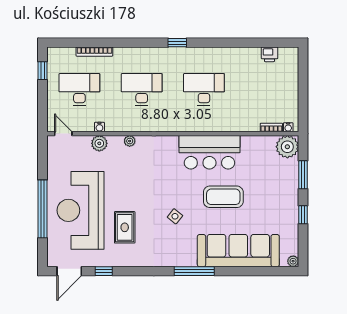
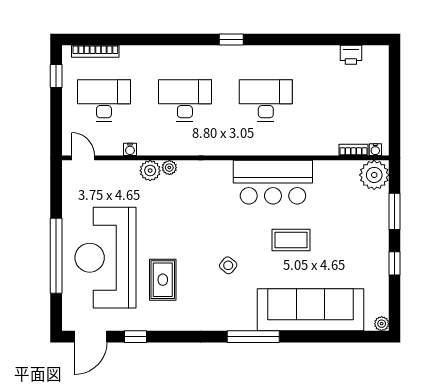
bookcase: (94, 52) -> (95, 51), moved
plant: (99, 143) -> (150, 171), moved
coffee table: (223, 197) -> (291, 240), width x0.73, depth x0.76

